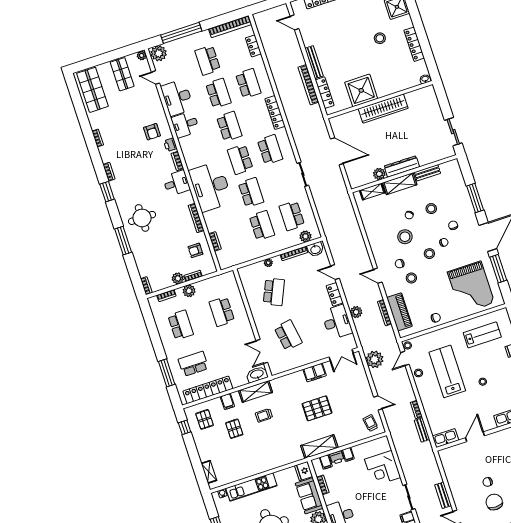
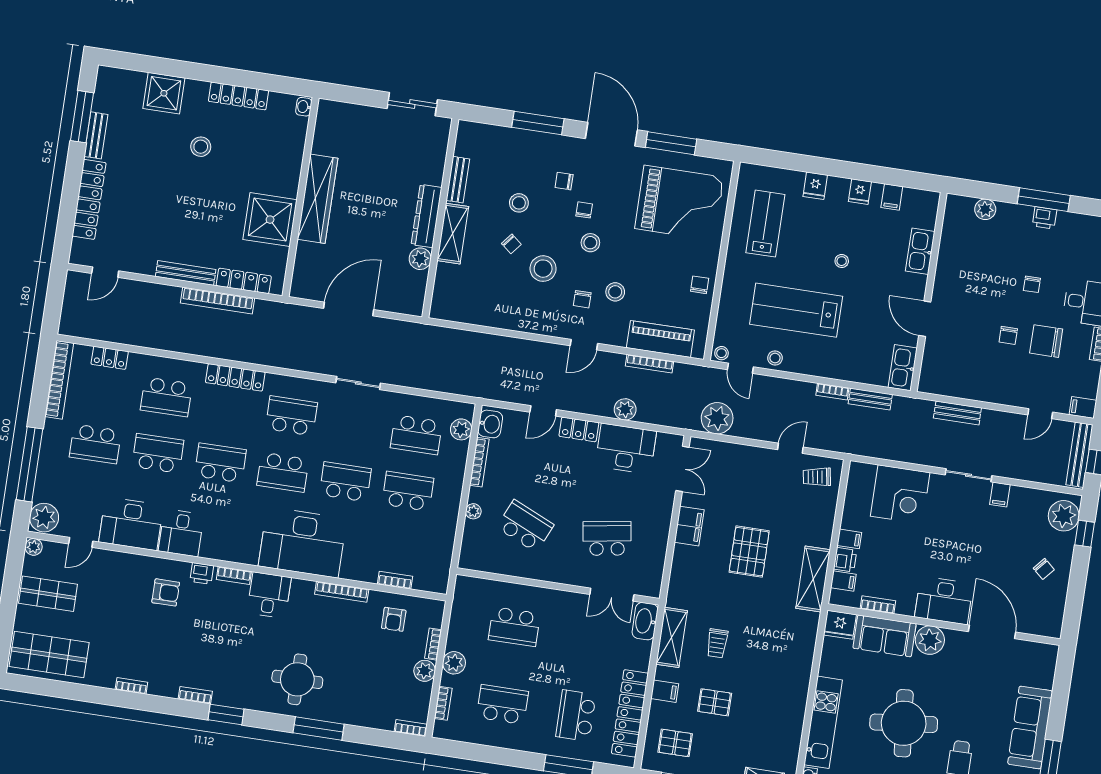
school desk: (248, 83) -> (166, 397), turned 180
shelving: (372, 192) -> (443, 285), removed
bench: (443, 495) -> (957, 413), moved

